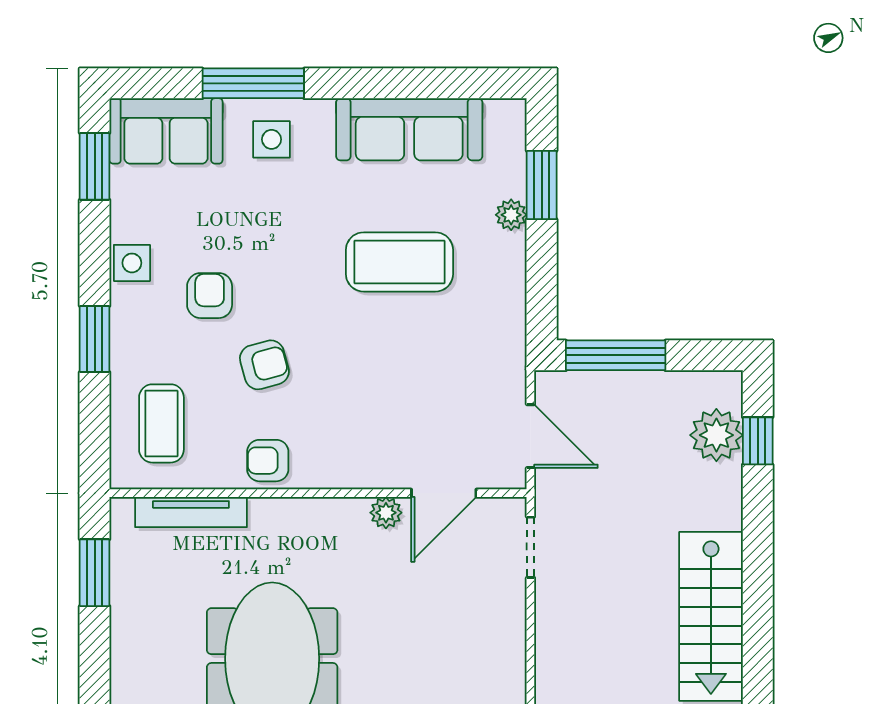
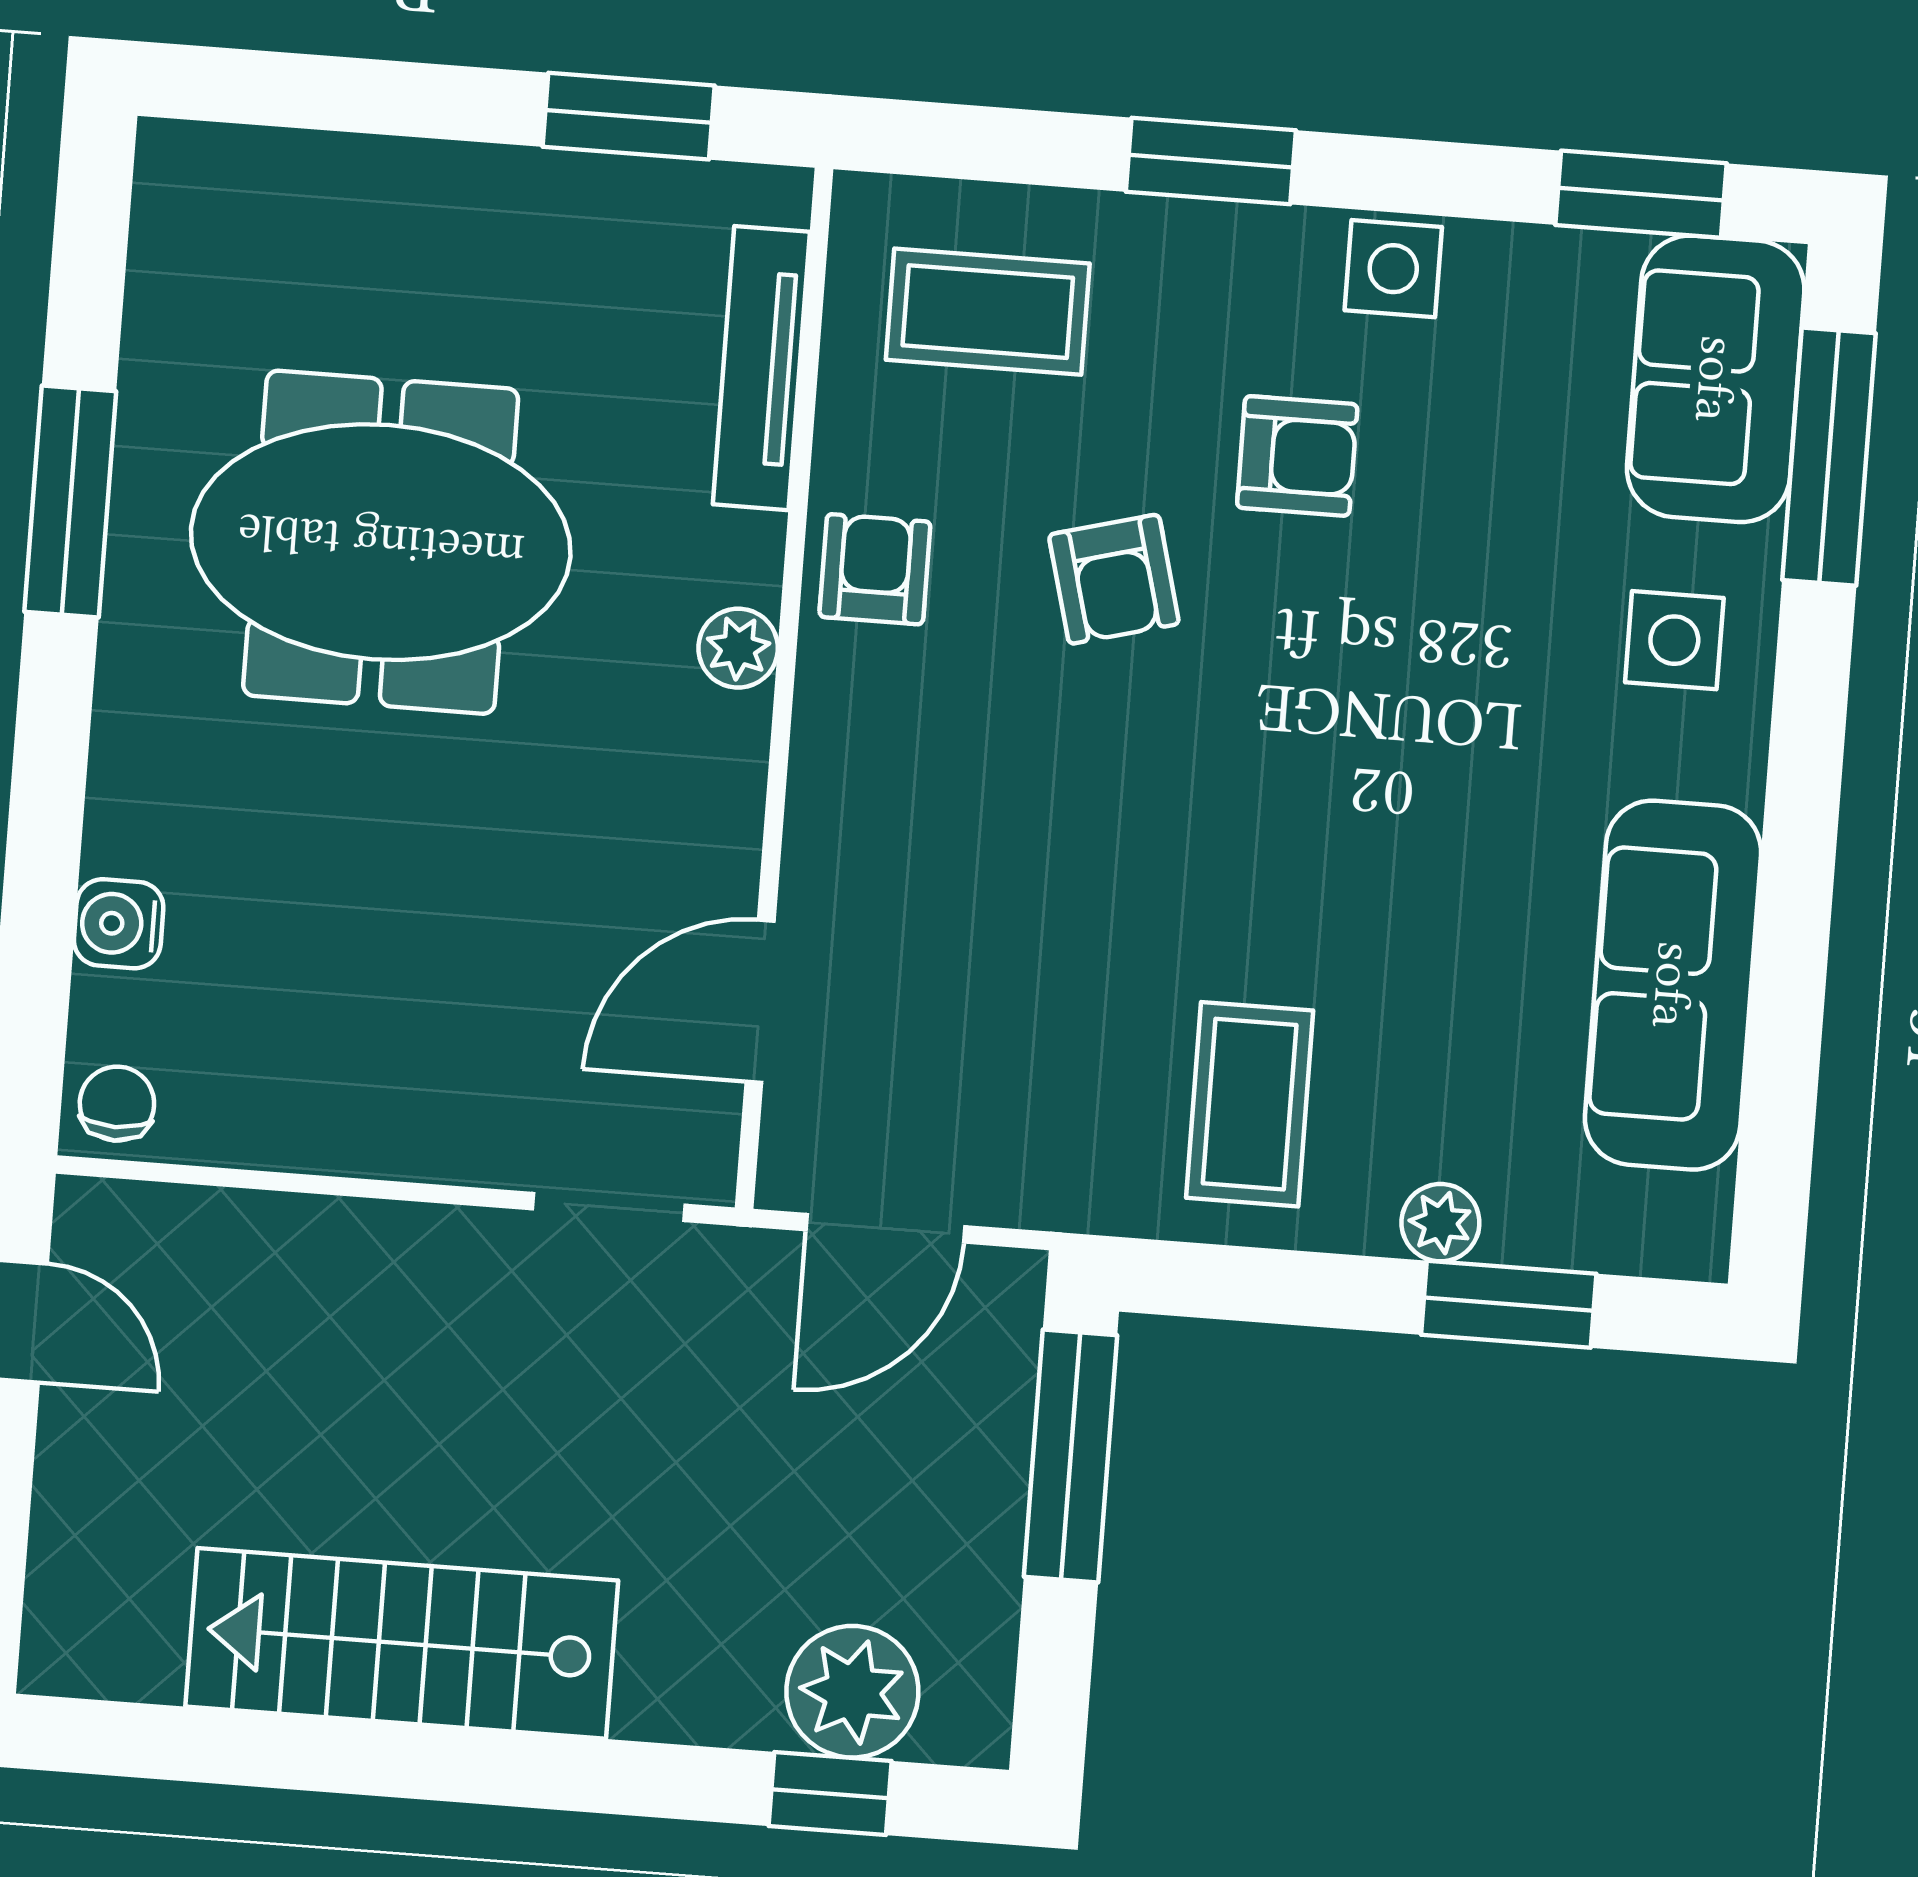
window: (253, 83) -> (1829, 457), moved
coffee table: (399, 262) -> (1250, 1104), moved, width x0.73, depth x0.76
door: (444, 493) -> (760, 1001), hinge flipped
plant: (386, 513) -> (738, 648), moved

